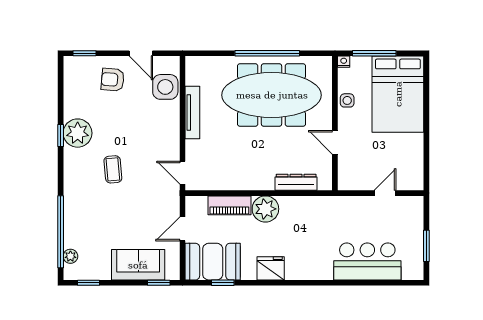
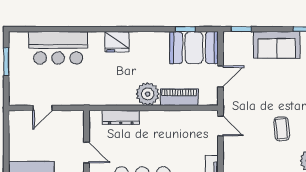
sofa: (138, 265) -> (277, 45), moved
fridge: (271, 268) -> (117, 42), moved

